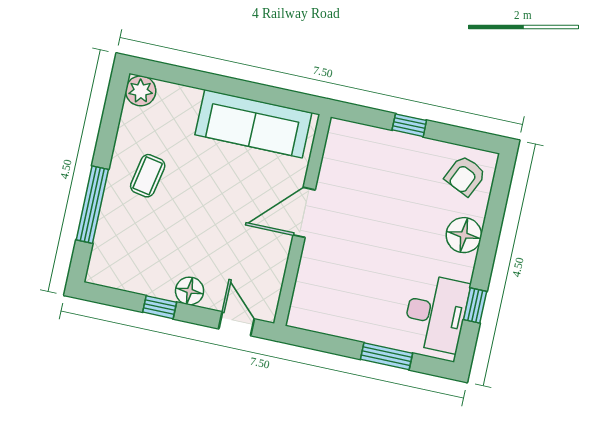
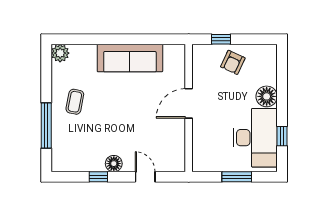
armchair: (465, 176) -> (233, 62), moved
door: (304, 212) -> (189, 103), moved
wall: (302, 220) -> (189, 108), moved
desk: (436, 313) -> (255, 138), width x1.36, depth x1.30

